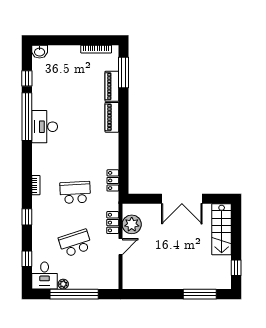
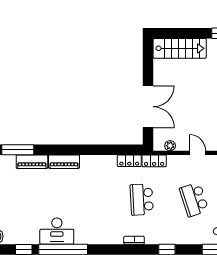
desk: (45, 127) -> (57, 231), moved
double door: (182, 199) -> (148, 107), moved
locker: (113, 223) -> (154, 161), moved
plant: (132, 224) -> (170, 146), width x0.53, depth x0.53

